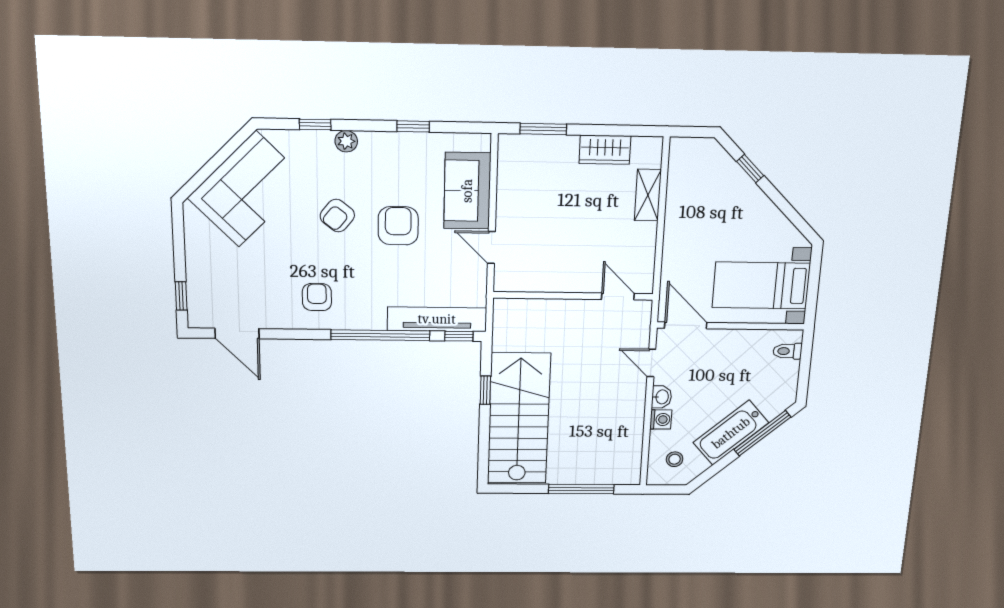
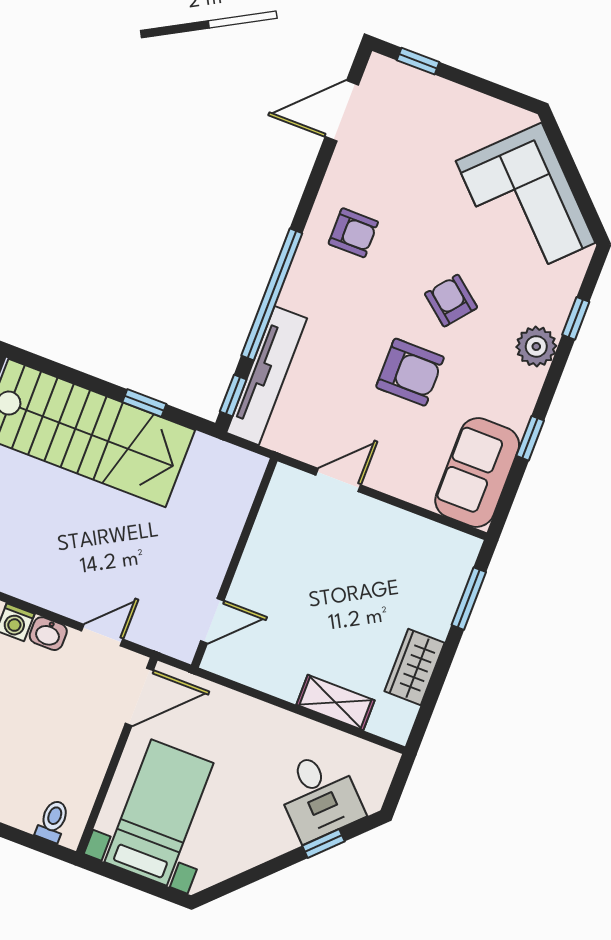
plant: (346, 141) -> (536, 346), width x1.38, depth x1.38
desk: (717, 183) -> (319, 796), added
sofa: (467, 191) -> (477, 473), moved, turned -90

